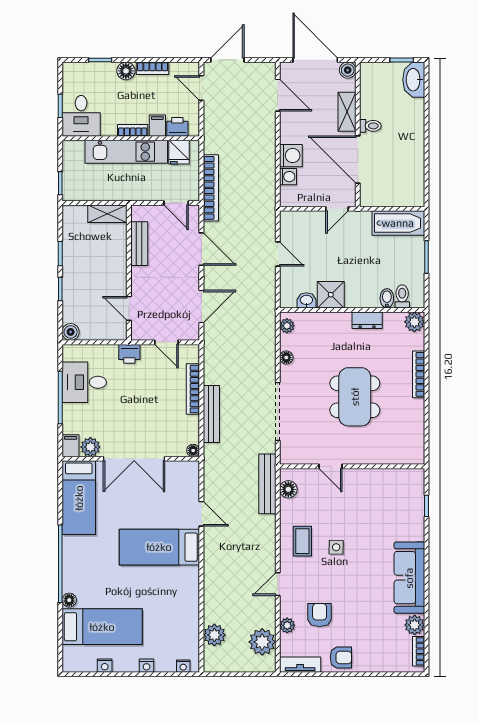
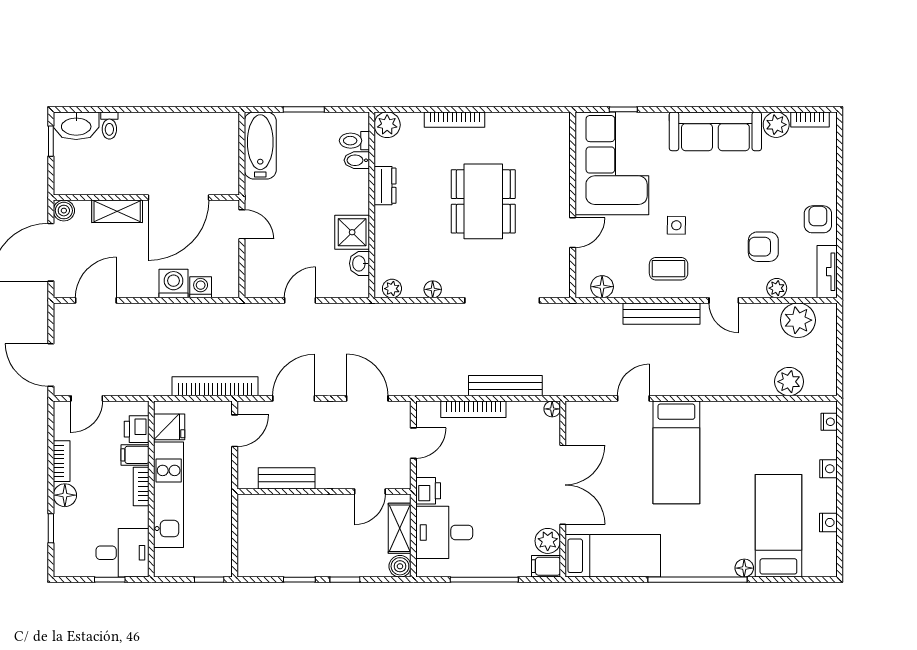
toilet: (370, 126) -> (109, 126), moved, turned 180
shelving: (107, 214) -> (400, 528), moved
desk: (84, 382) -> (444, 532), moved, turned 90
dining table: (355, 397) -> (483, 201), turned 90
bench: (267, 484) -> (662, 314), moved
corner sofa: (384, 497) -> (612, 163), added

